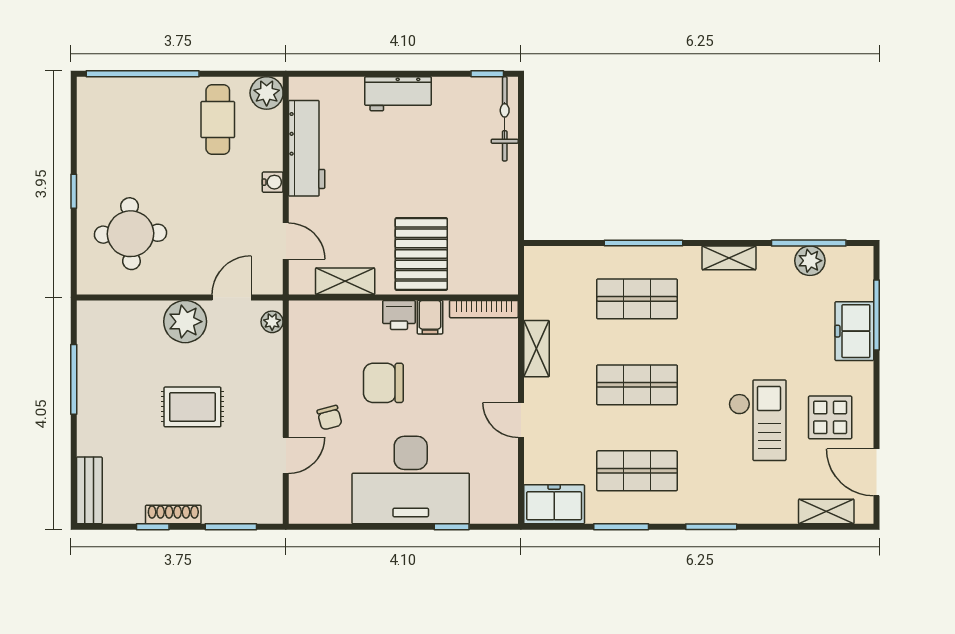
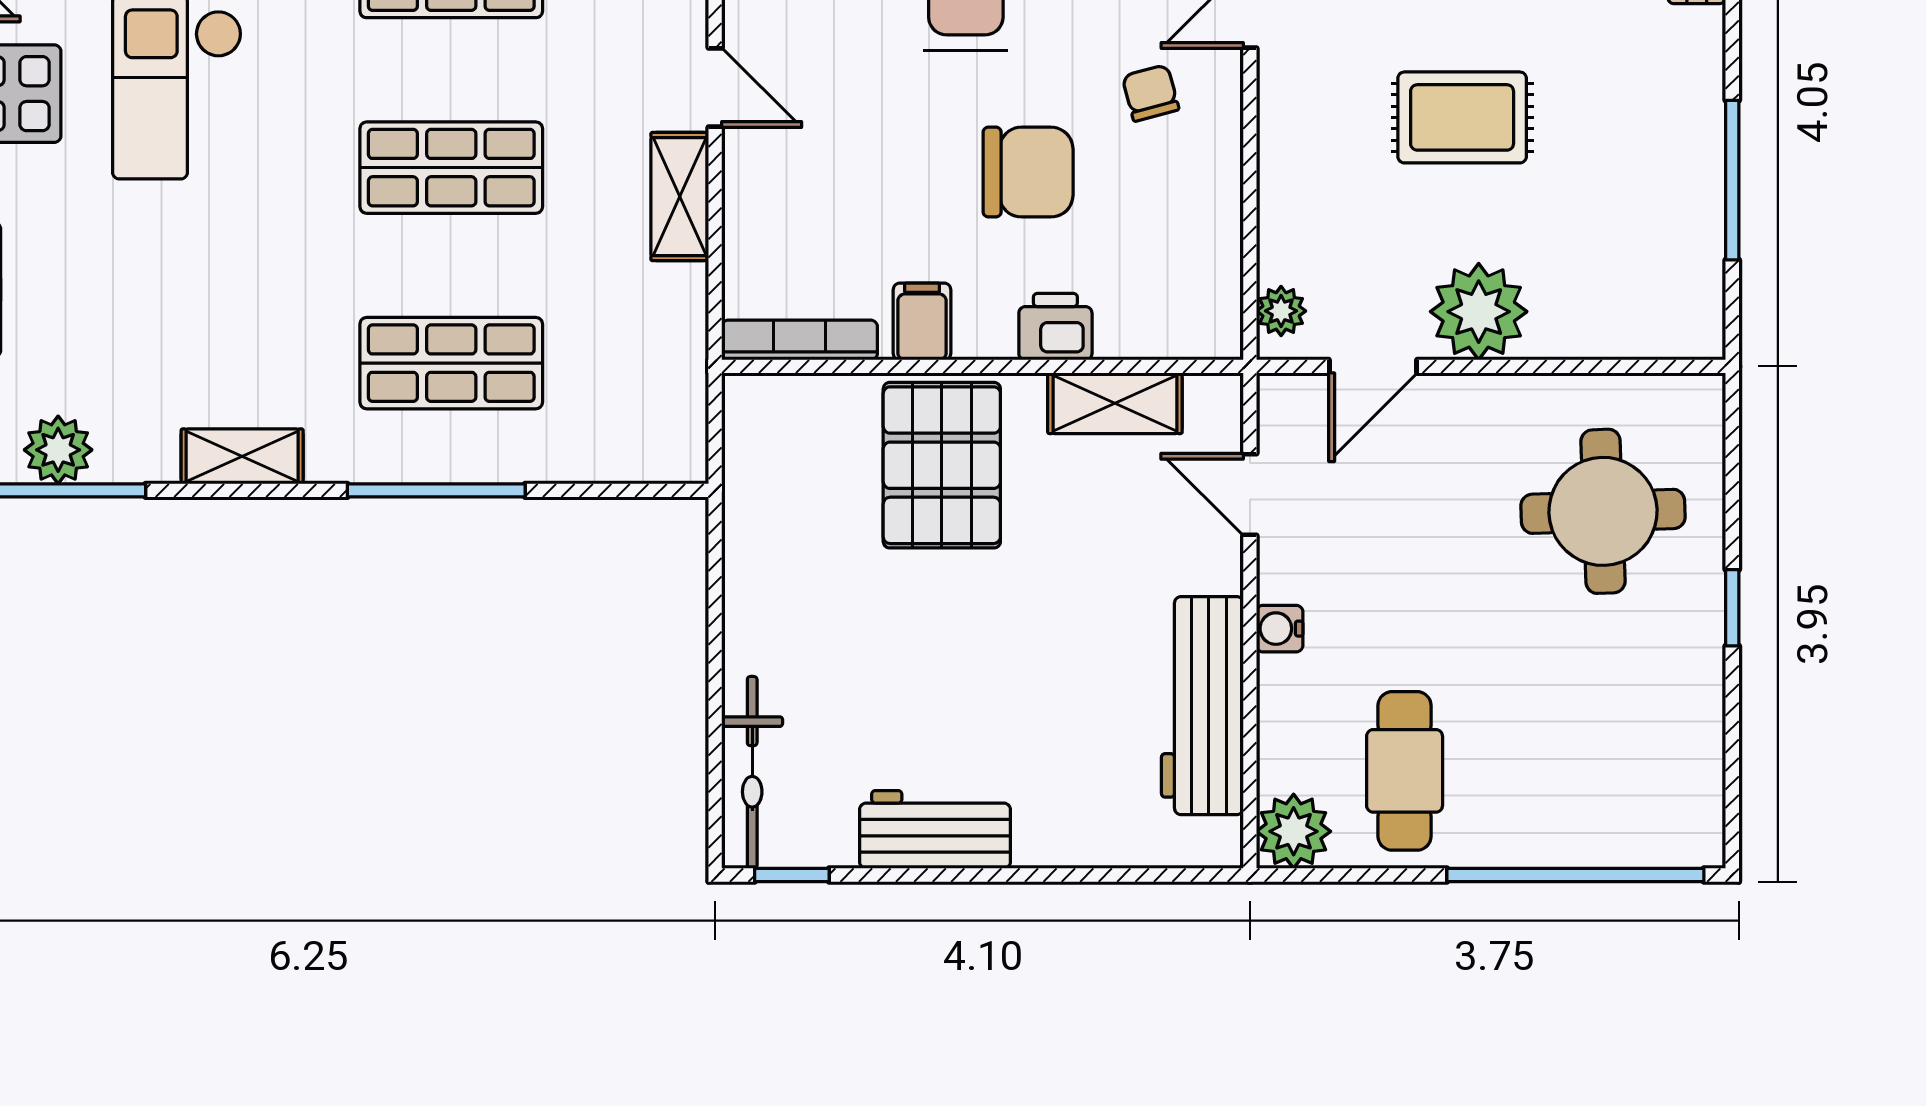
workbench: (398, 94) -> (935, 830), moved
printer: (399, 315) -> (1055, 327), moved
shelving: (536, 349) -> (680, 197), moved

